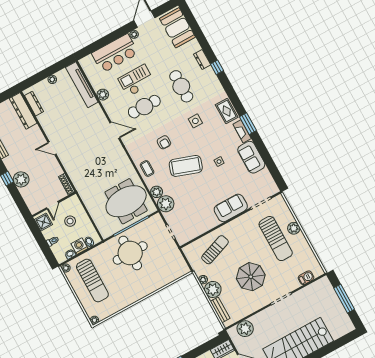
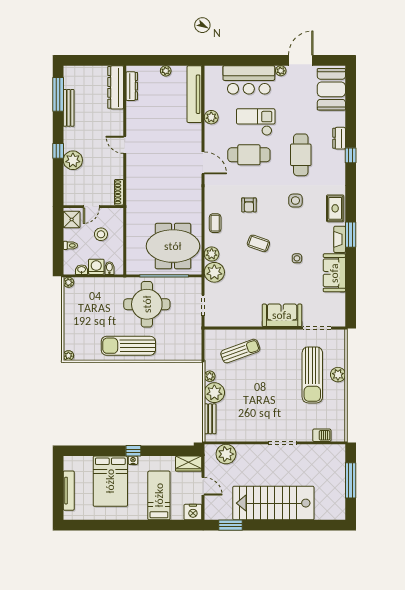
coffee table: (186, 166) -> (258, 243), width x0.54, depth x0.58
parasol: (251, 277) -> (263, 401), removed
sun lounger: (92, 281) -> (128, 346), moved, turned 90

